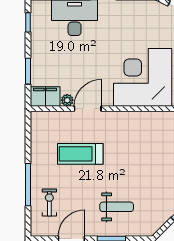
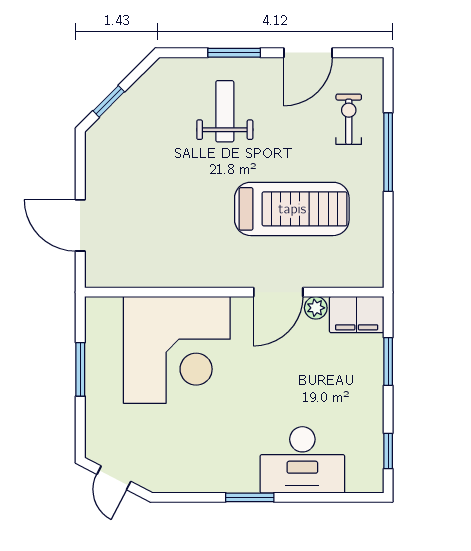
treadmill: (80, 154) -> (292, 209), width x1.37, depth x1.38
exercise bike: (49, 203) -> (349, 119), turned 180
weight bench: (117, 207) -> (225, 111), turned 90

